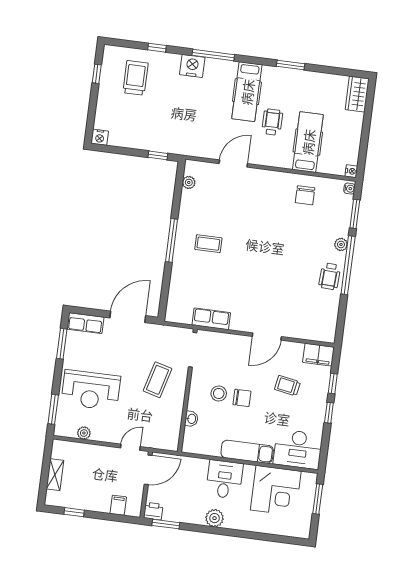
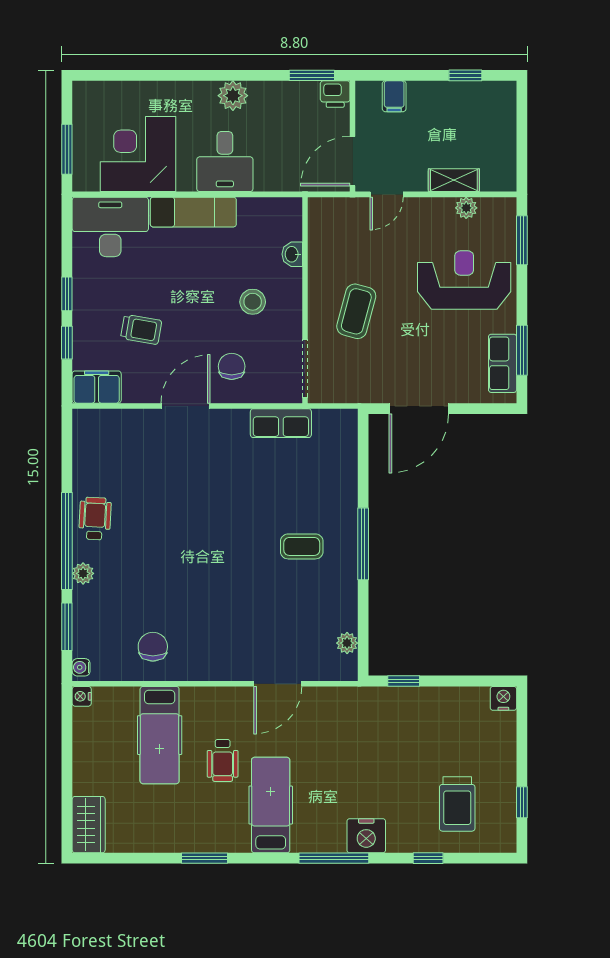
row of seats: (85, 323) -> (503, 363), moved, turned -90
chair: (242, 398) -> (232, 366), moved, turned 90
shelving: (55, 475) -> (454, 180), moved, turned 90

